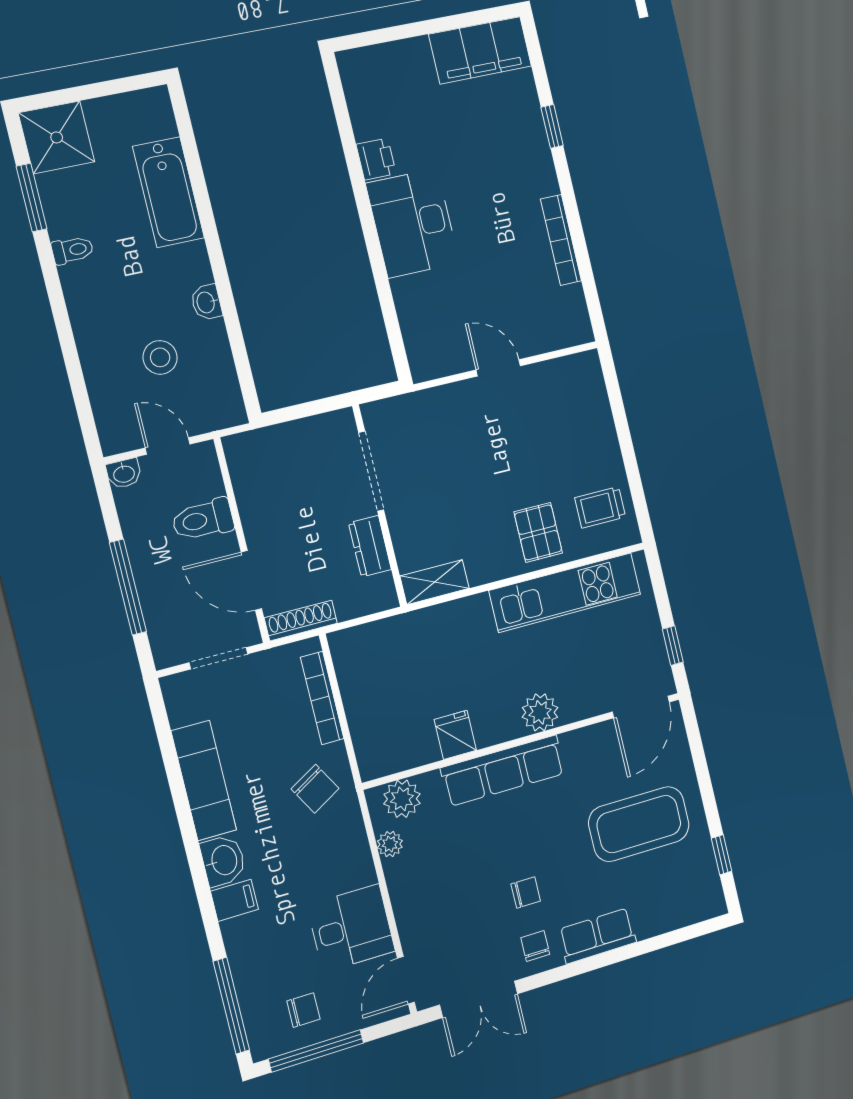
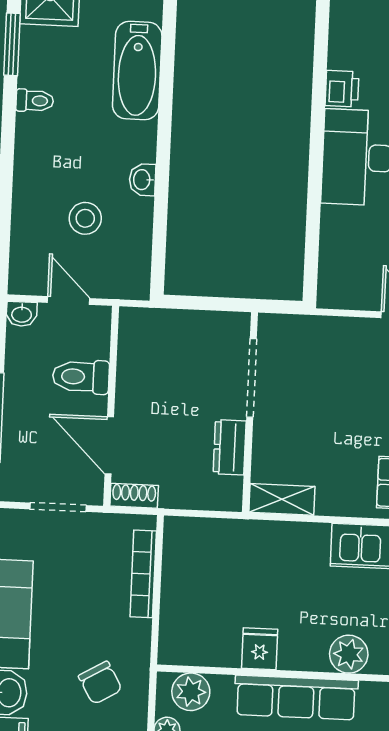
shoe rack: (301, 621) -> (134, 496), width x0.70
chair: (315, 789) -> (100, 683), moved

